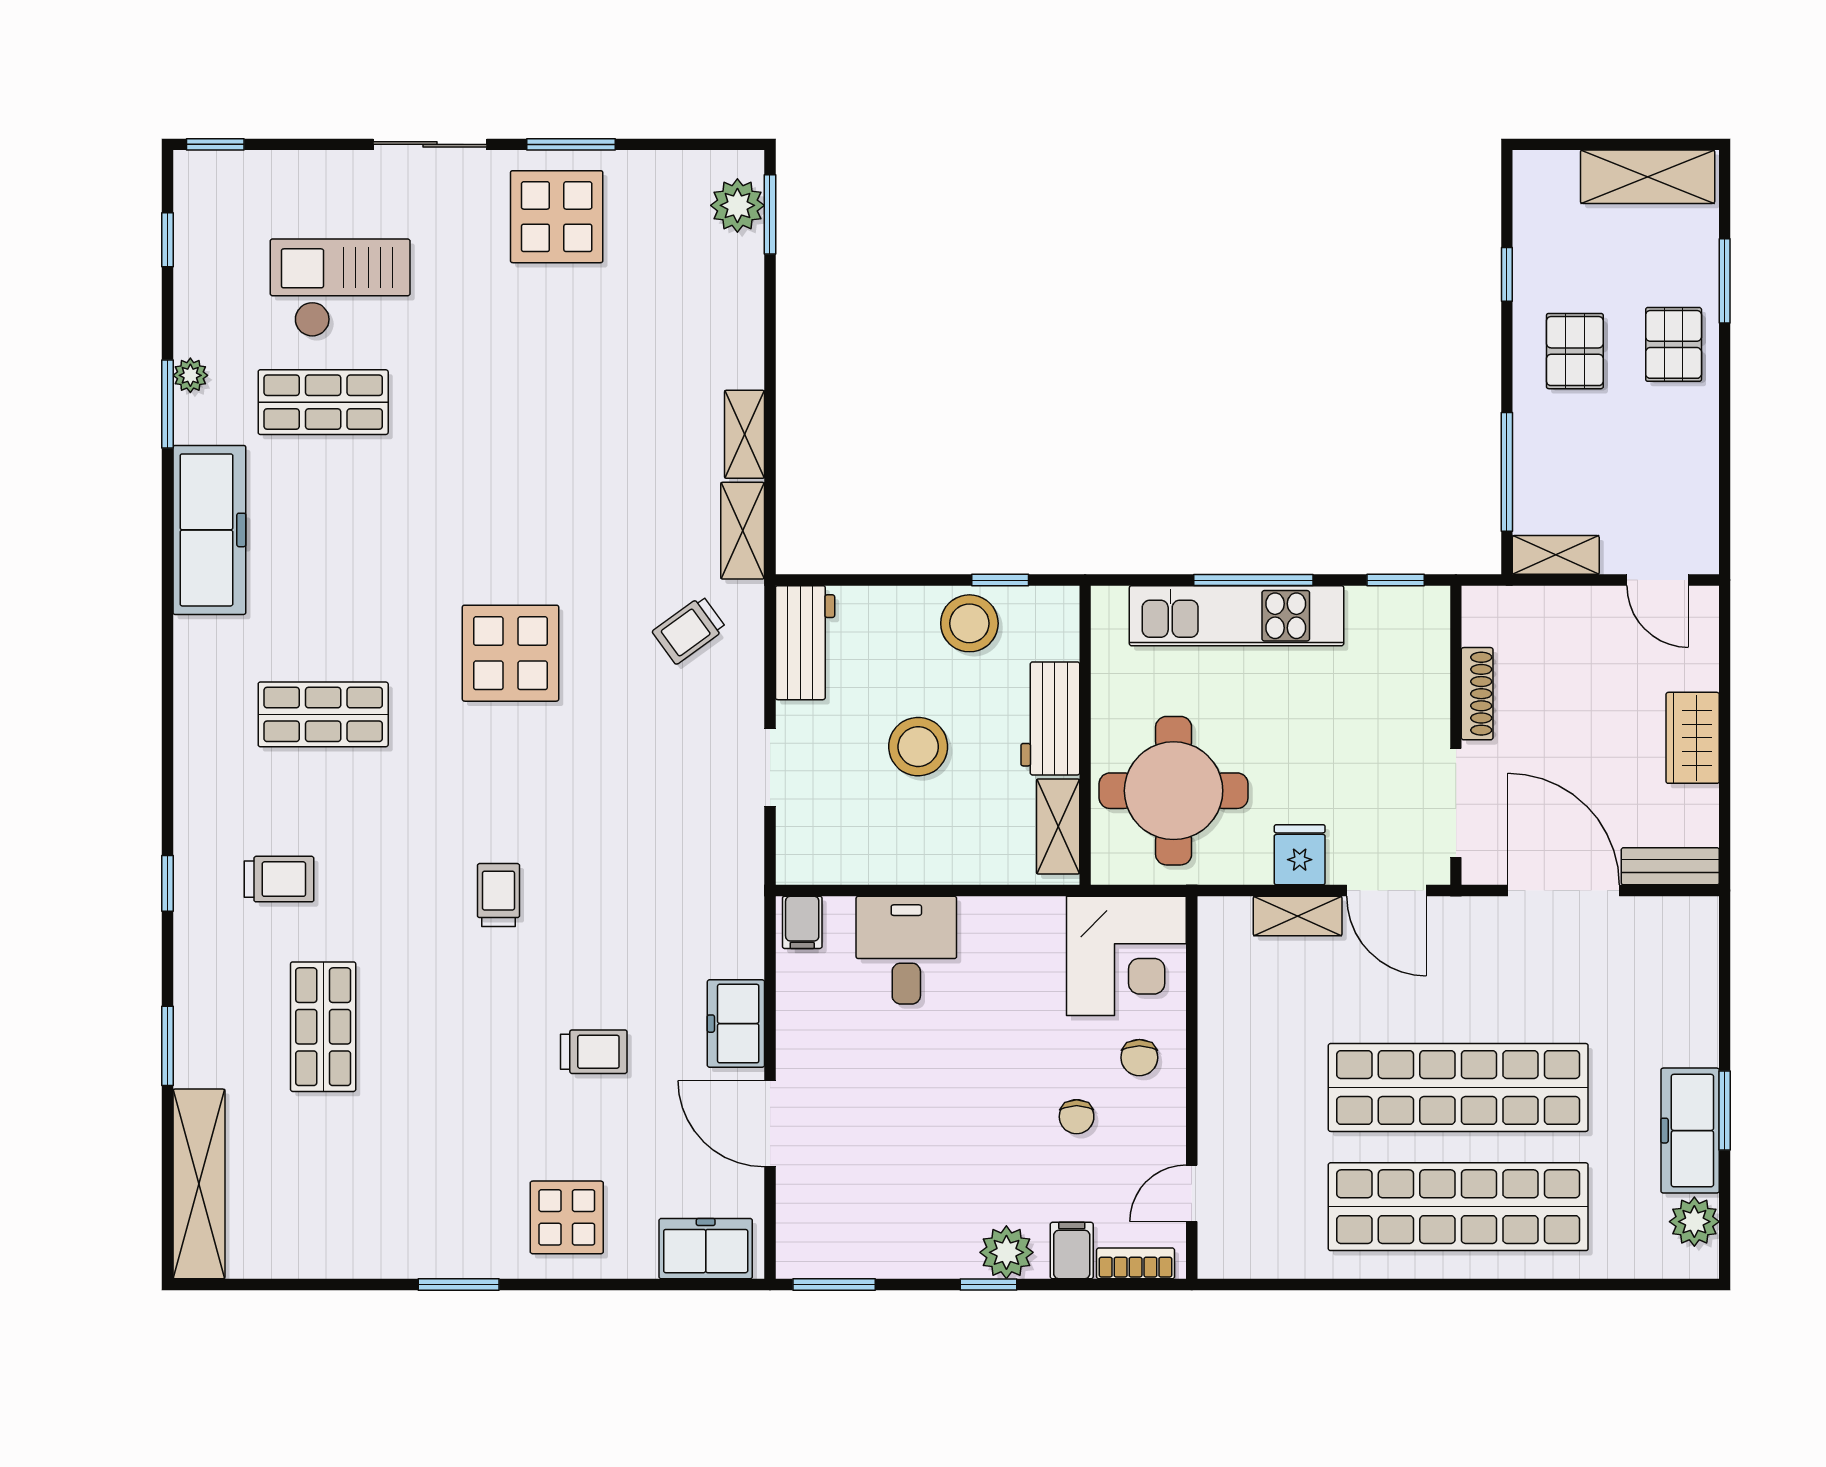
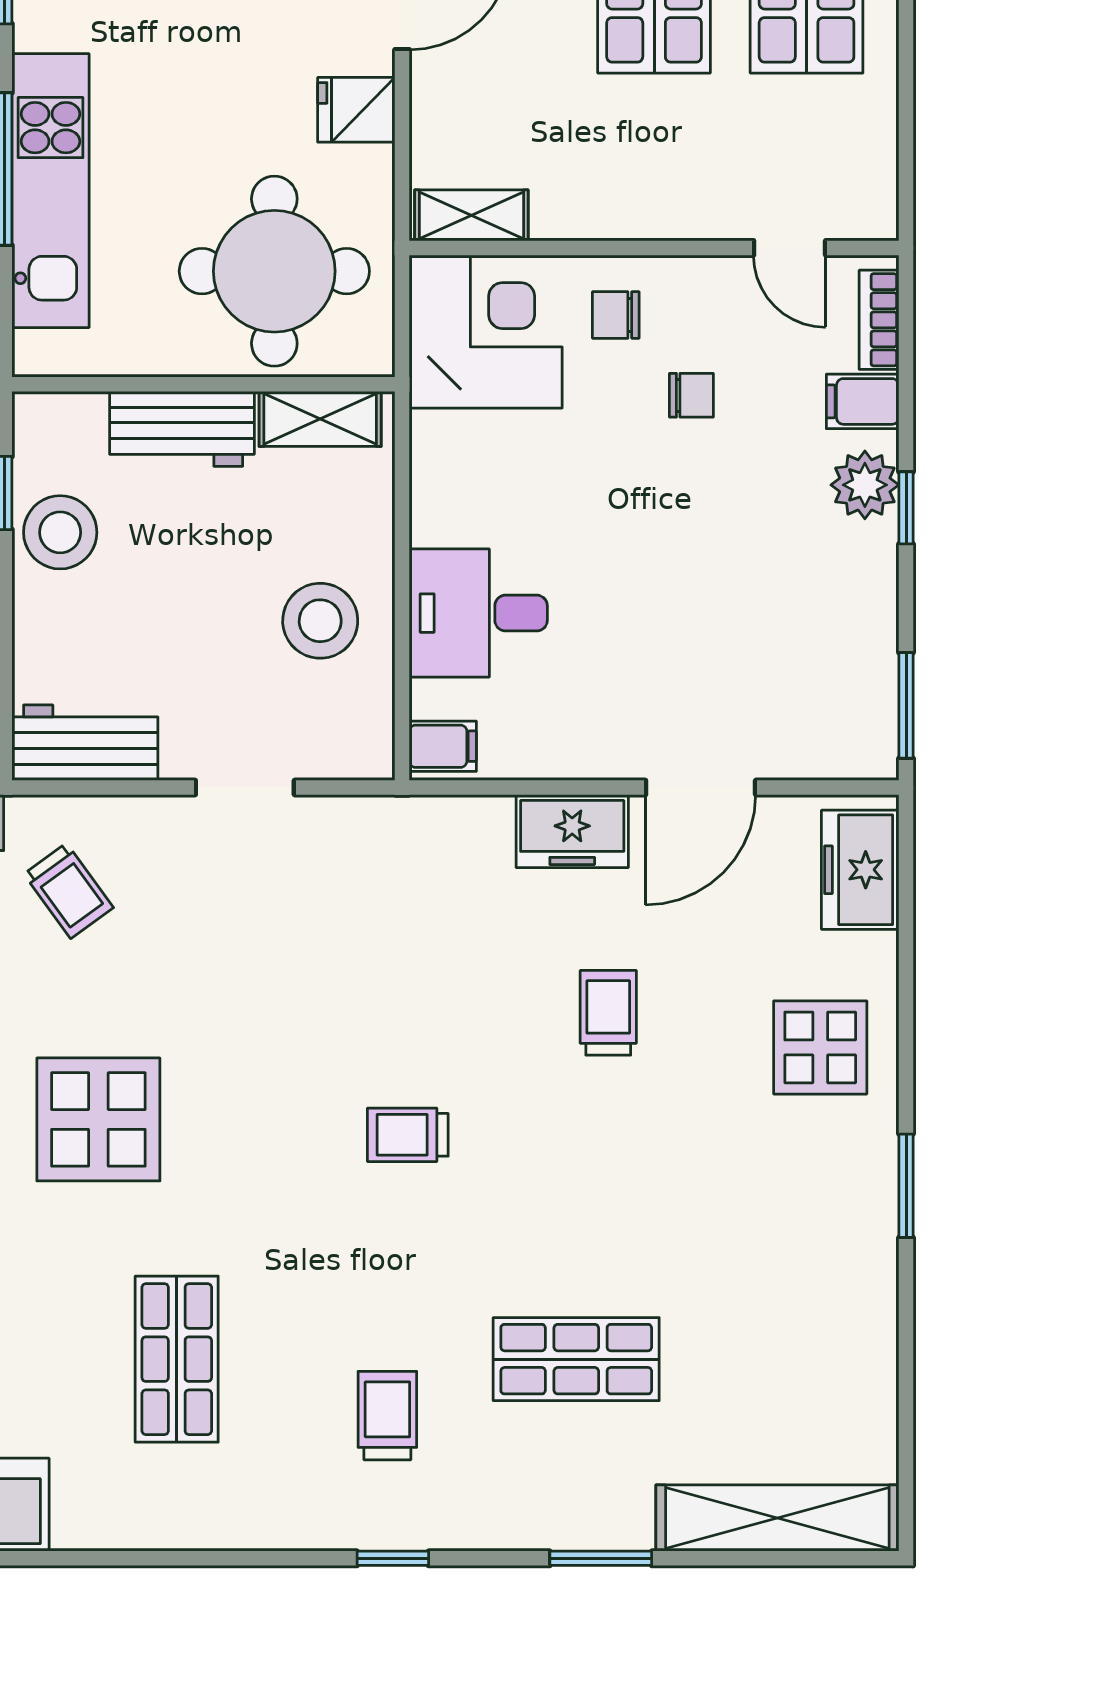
stool: (918, 747) -> (320, 621), moved
shelving: (1298, 916) -> (471, 215), moved, turned 90
chair: (1139, 1058) -> (616, 315), turned 180

